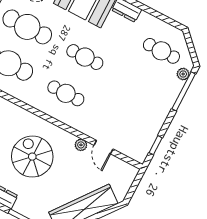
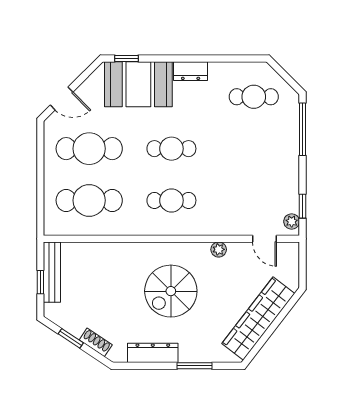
plant: (183, 74) -> (292, 221), moved
door: (104, 147) -> (265, 239), moved
spiral stairs: (32, 157) -> (171, 291), turned -90

